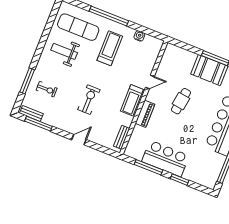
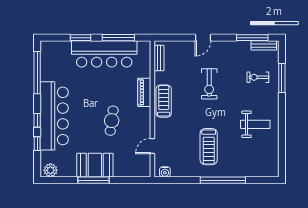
exercise mat: (78, 27) -> (251, 156), removed
water cooler: (139, 36) -> (165, 172), moved
door: (150, 82) -> (152, 146), moved
bar counter: (165, 158) -> (104, 54), width x1.36

